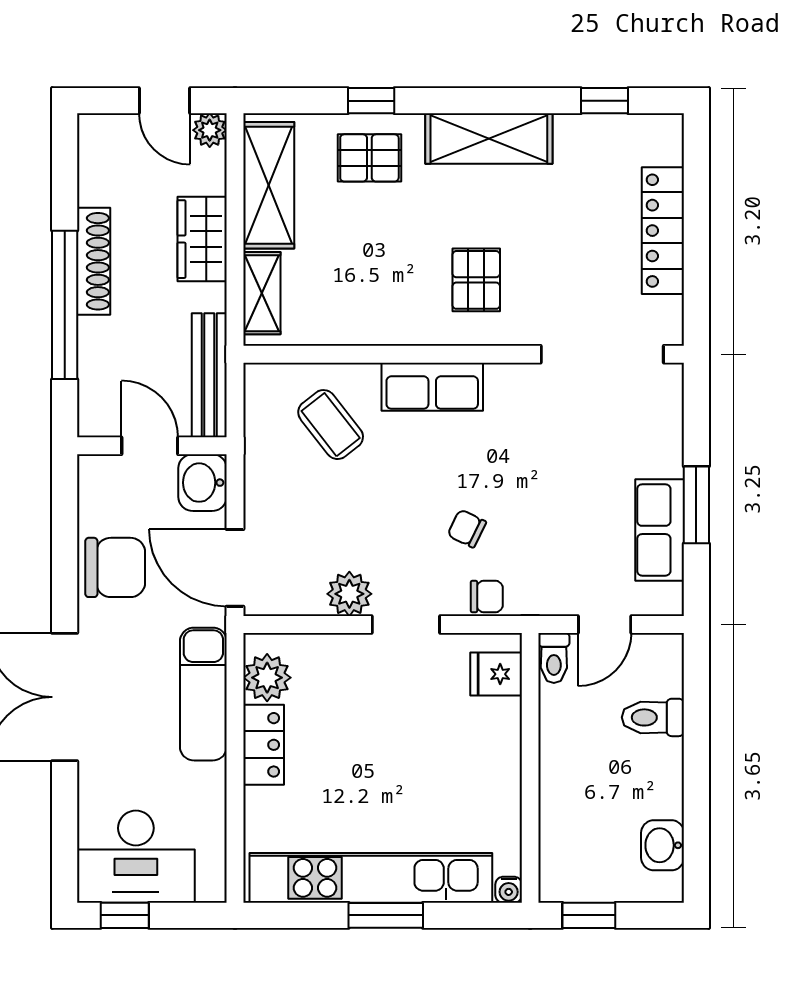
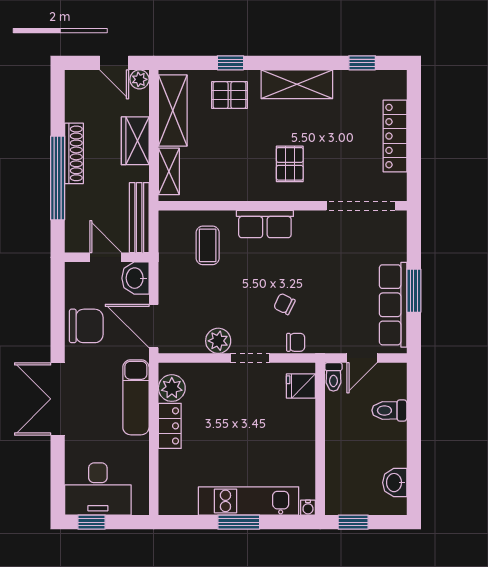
coffee table: (331, 425) -> (208, 245), turned 38
row of seats: (660, 530) -> (393, 305), width x1.48
kitchen unit: (371, 878) -> (249, 501), width x0.73

